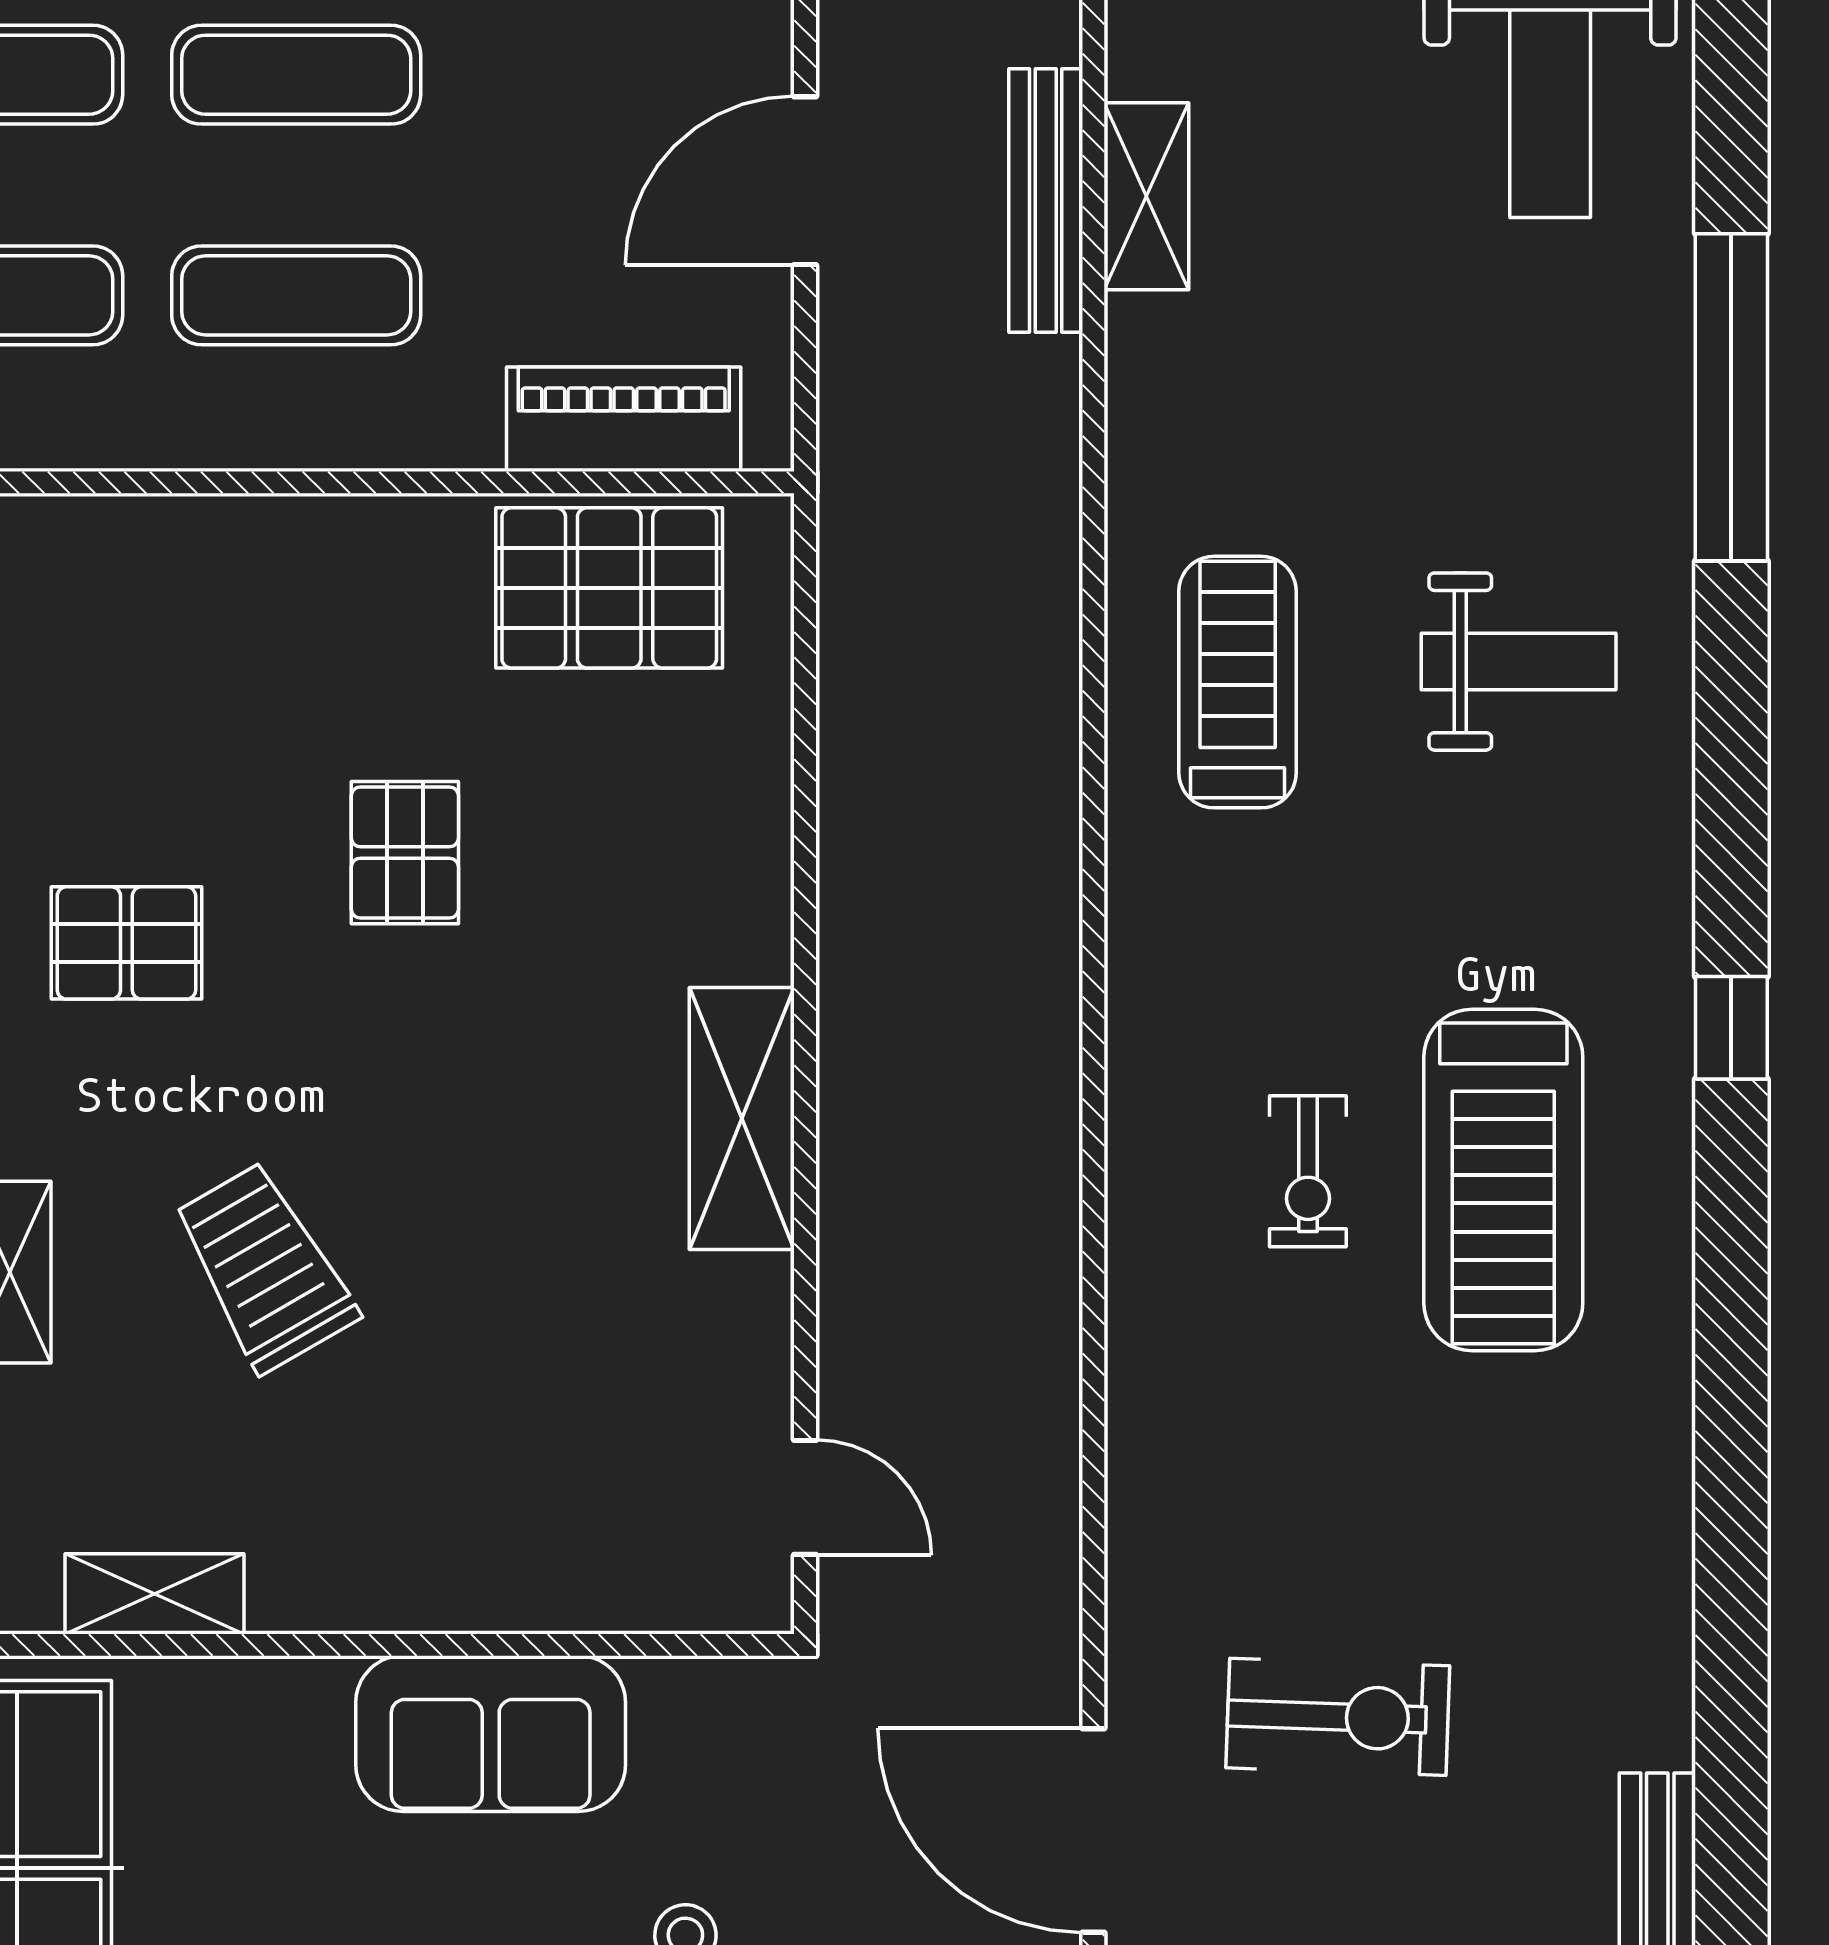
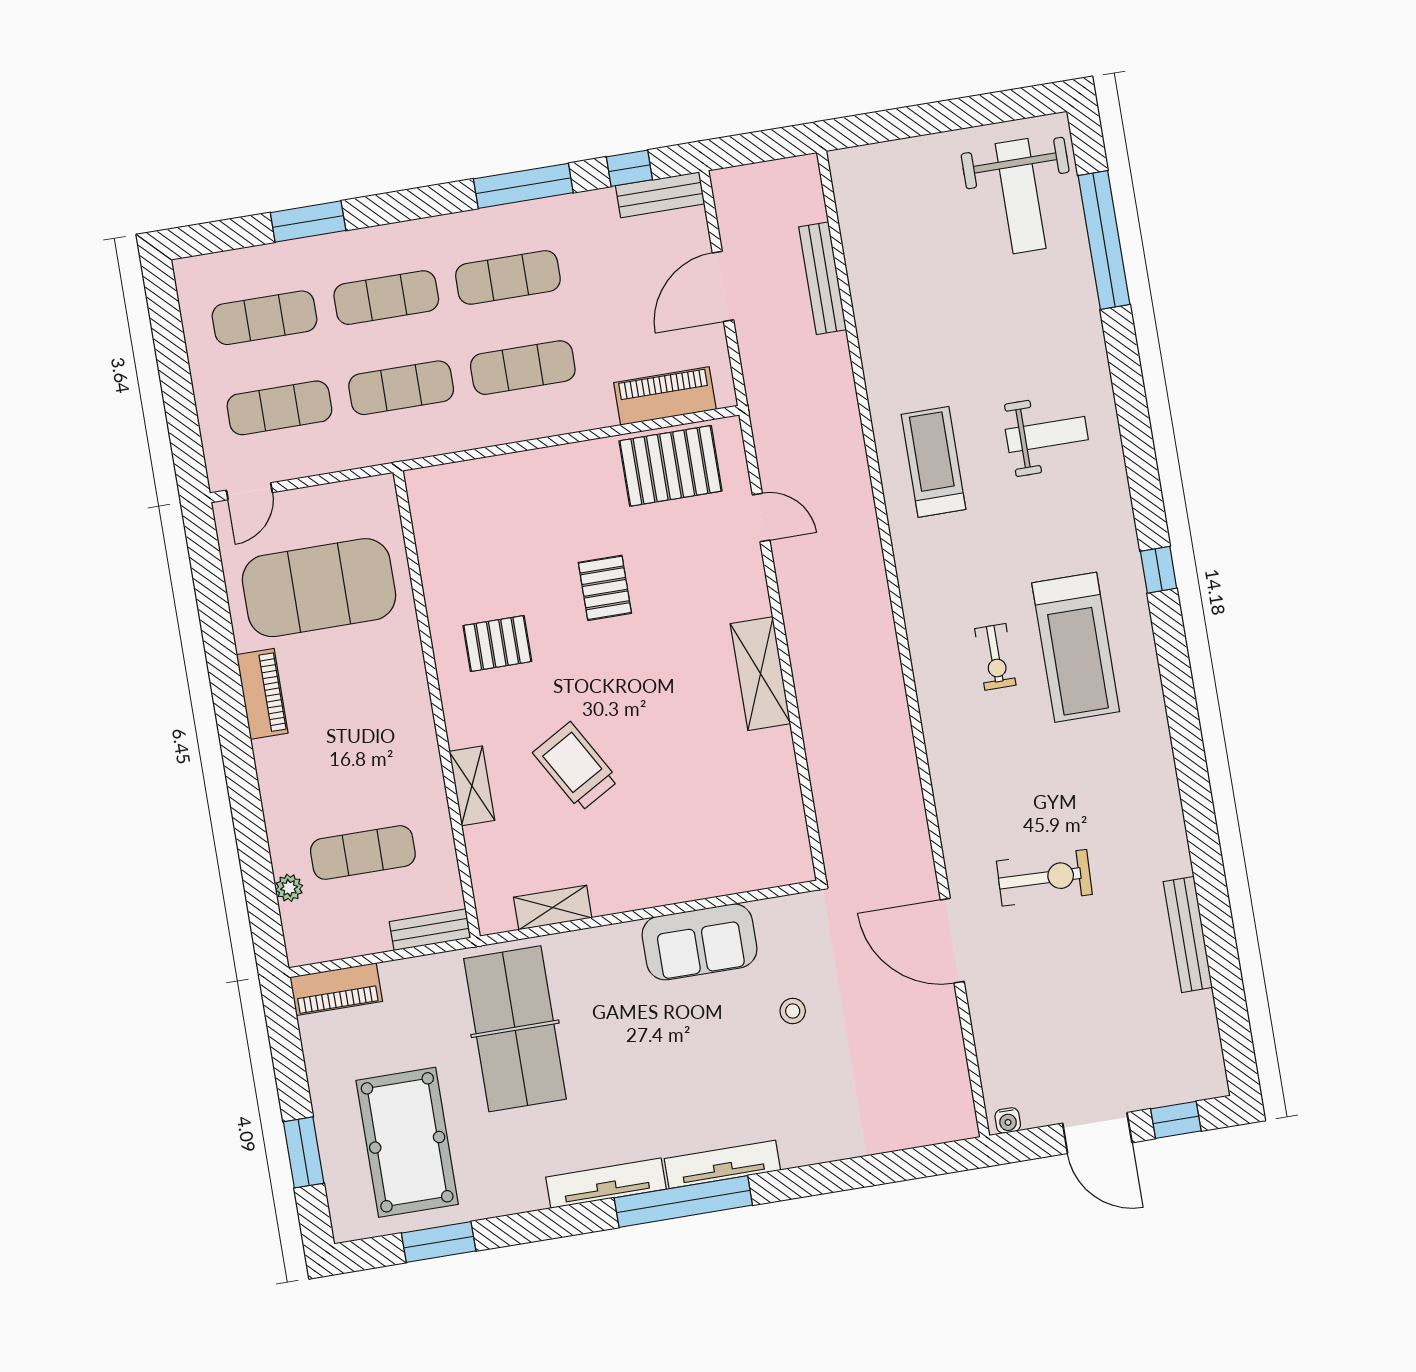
shelving: (1146, 196) -> (863, 270), removed
window: (1731, 397) -> (1104, 240), moved
door: (805, 1497) -> (761, 517), moved

